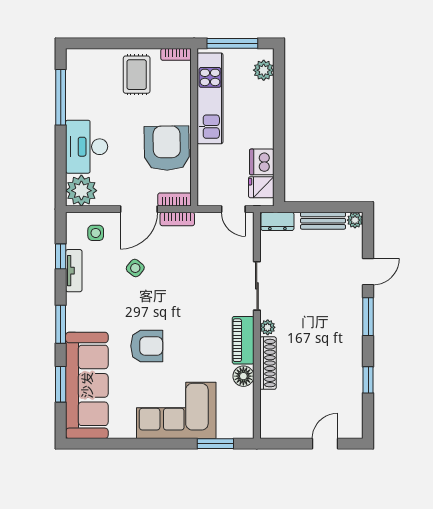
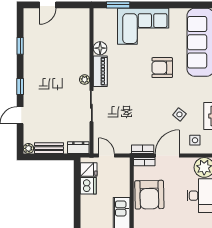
side table: (135, 268) -> (179, 114), moved
window: (368, 317) -> (20, 86), width x0.67
shoe rack: (268, 363) -> (84, 57), removed

